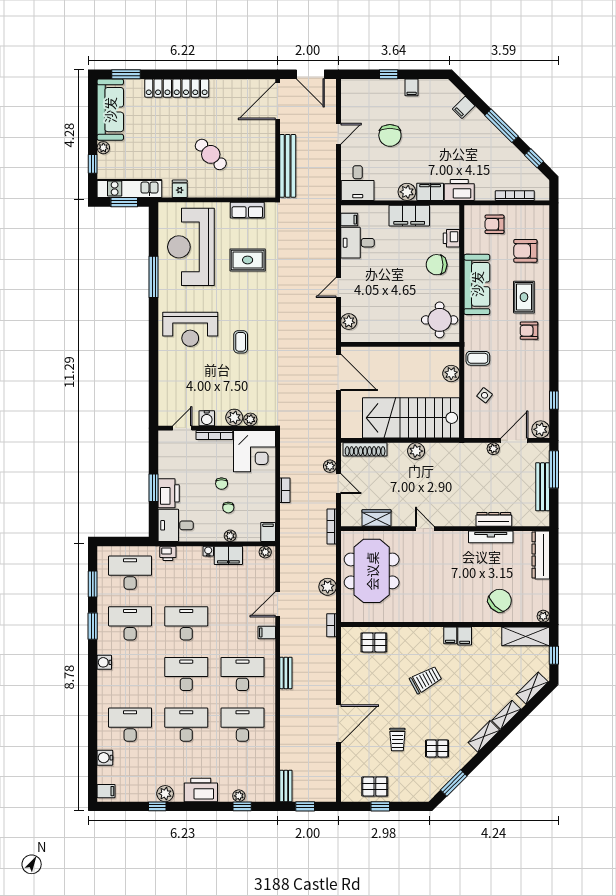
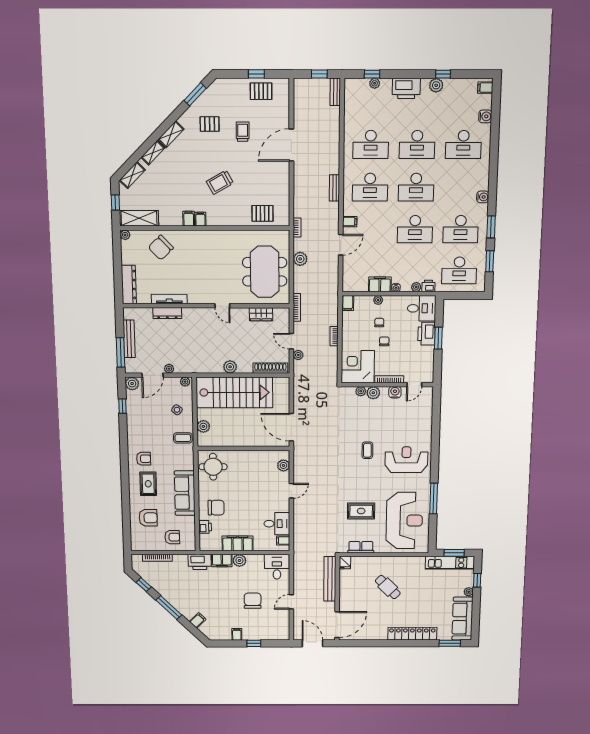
fridge: (180, 189) -> (345, 563), moved
plant: (473, 432) -> (185, 382), added
plant: (265, 552) -> (416, 287), moved

